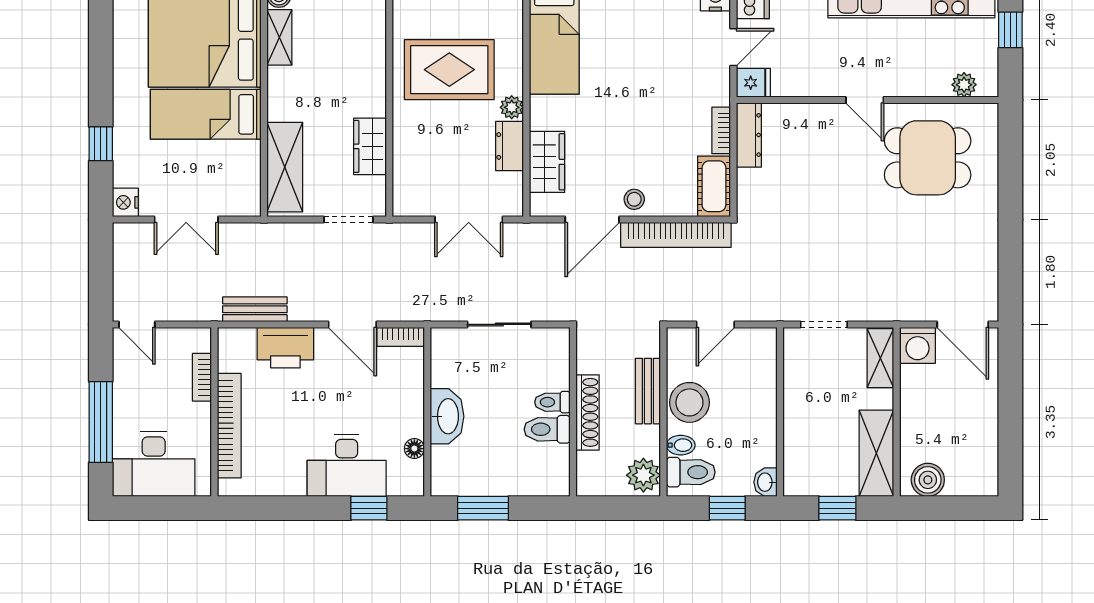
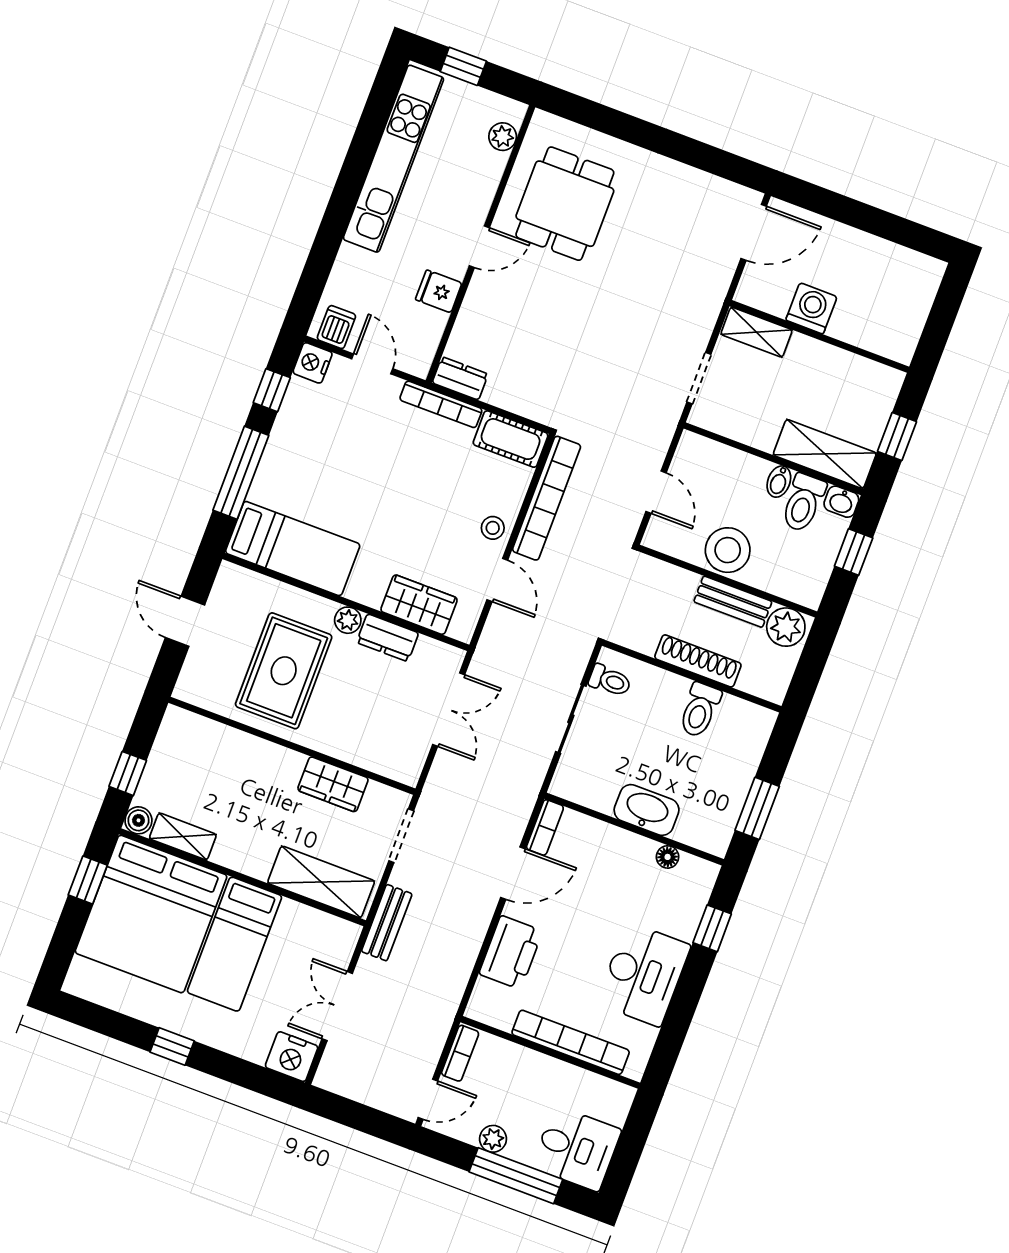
fridge: (753, 83) -> (439, 291), moved, turned -90
bookcase: (721, 130) -> (441, 404), width x1.56
dresser: (749, 135) -> (460, 378), width x0.70
window: (101, 144) -> (172, 1046), moved
nightstand: (125, 202) -> (292, 1057), width x1.36, depth x1.33
double door: (186, 219) -> (337, 1006), swing flipped
door: (592, 219) -> (497, 580), width x0.73
bench: (255, 309) -> (387, 923), moved
washing machine: (918, 345) -> (811, 308), moved, turned -90
bookcase: (202, 377) -> (460, 1053), moved, turned -90
plant: (124, 391) -> (493, 1139), added
bench: (648, 391) -> (733, 602), moved
toilet: (552, 402) -> (610, 681), moved, turned -90
bidet: (681, 445) -> (779, 482), moved, turned 180
shelving: (876, 453) -> (825, 454), moved
desk: (154, 464) -> (577, 1148), width x0.73
desk: (347, 465) -> (644, 974), moved
toilet: (691, 472) -> (803, 503), moved, turned 180
boiler: (928, 480) -> (903, 330), removed

